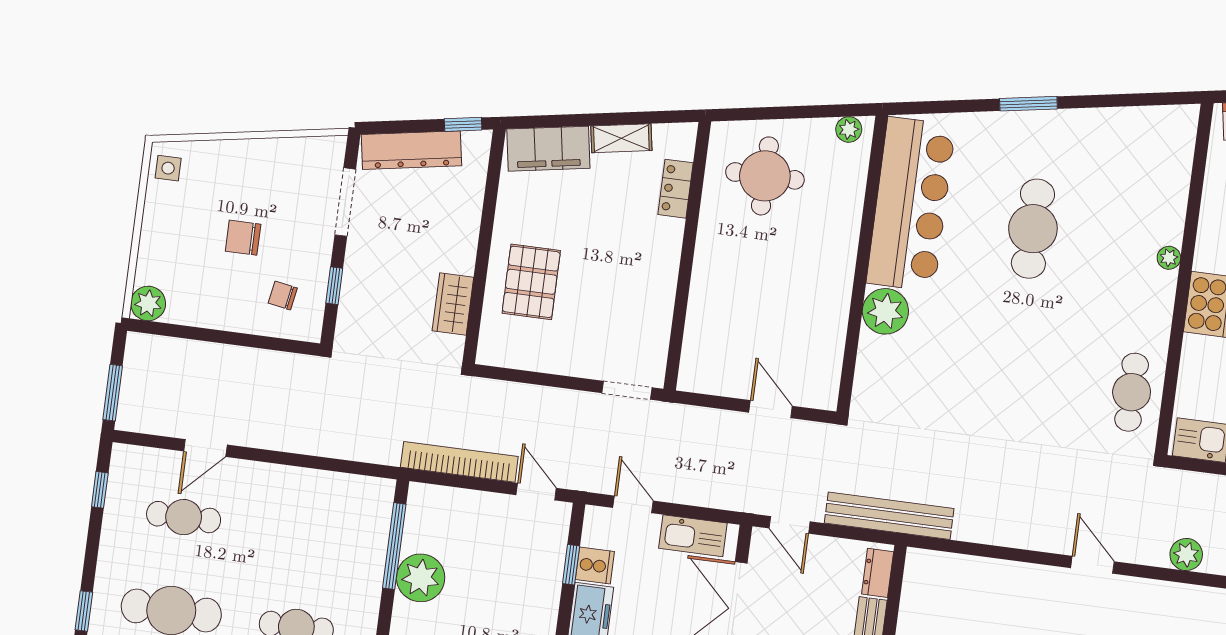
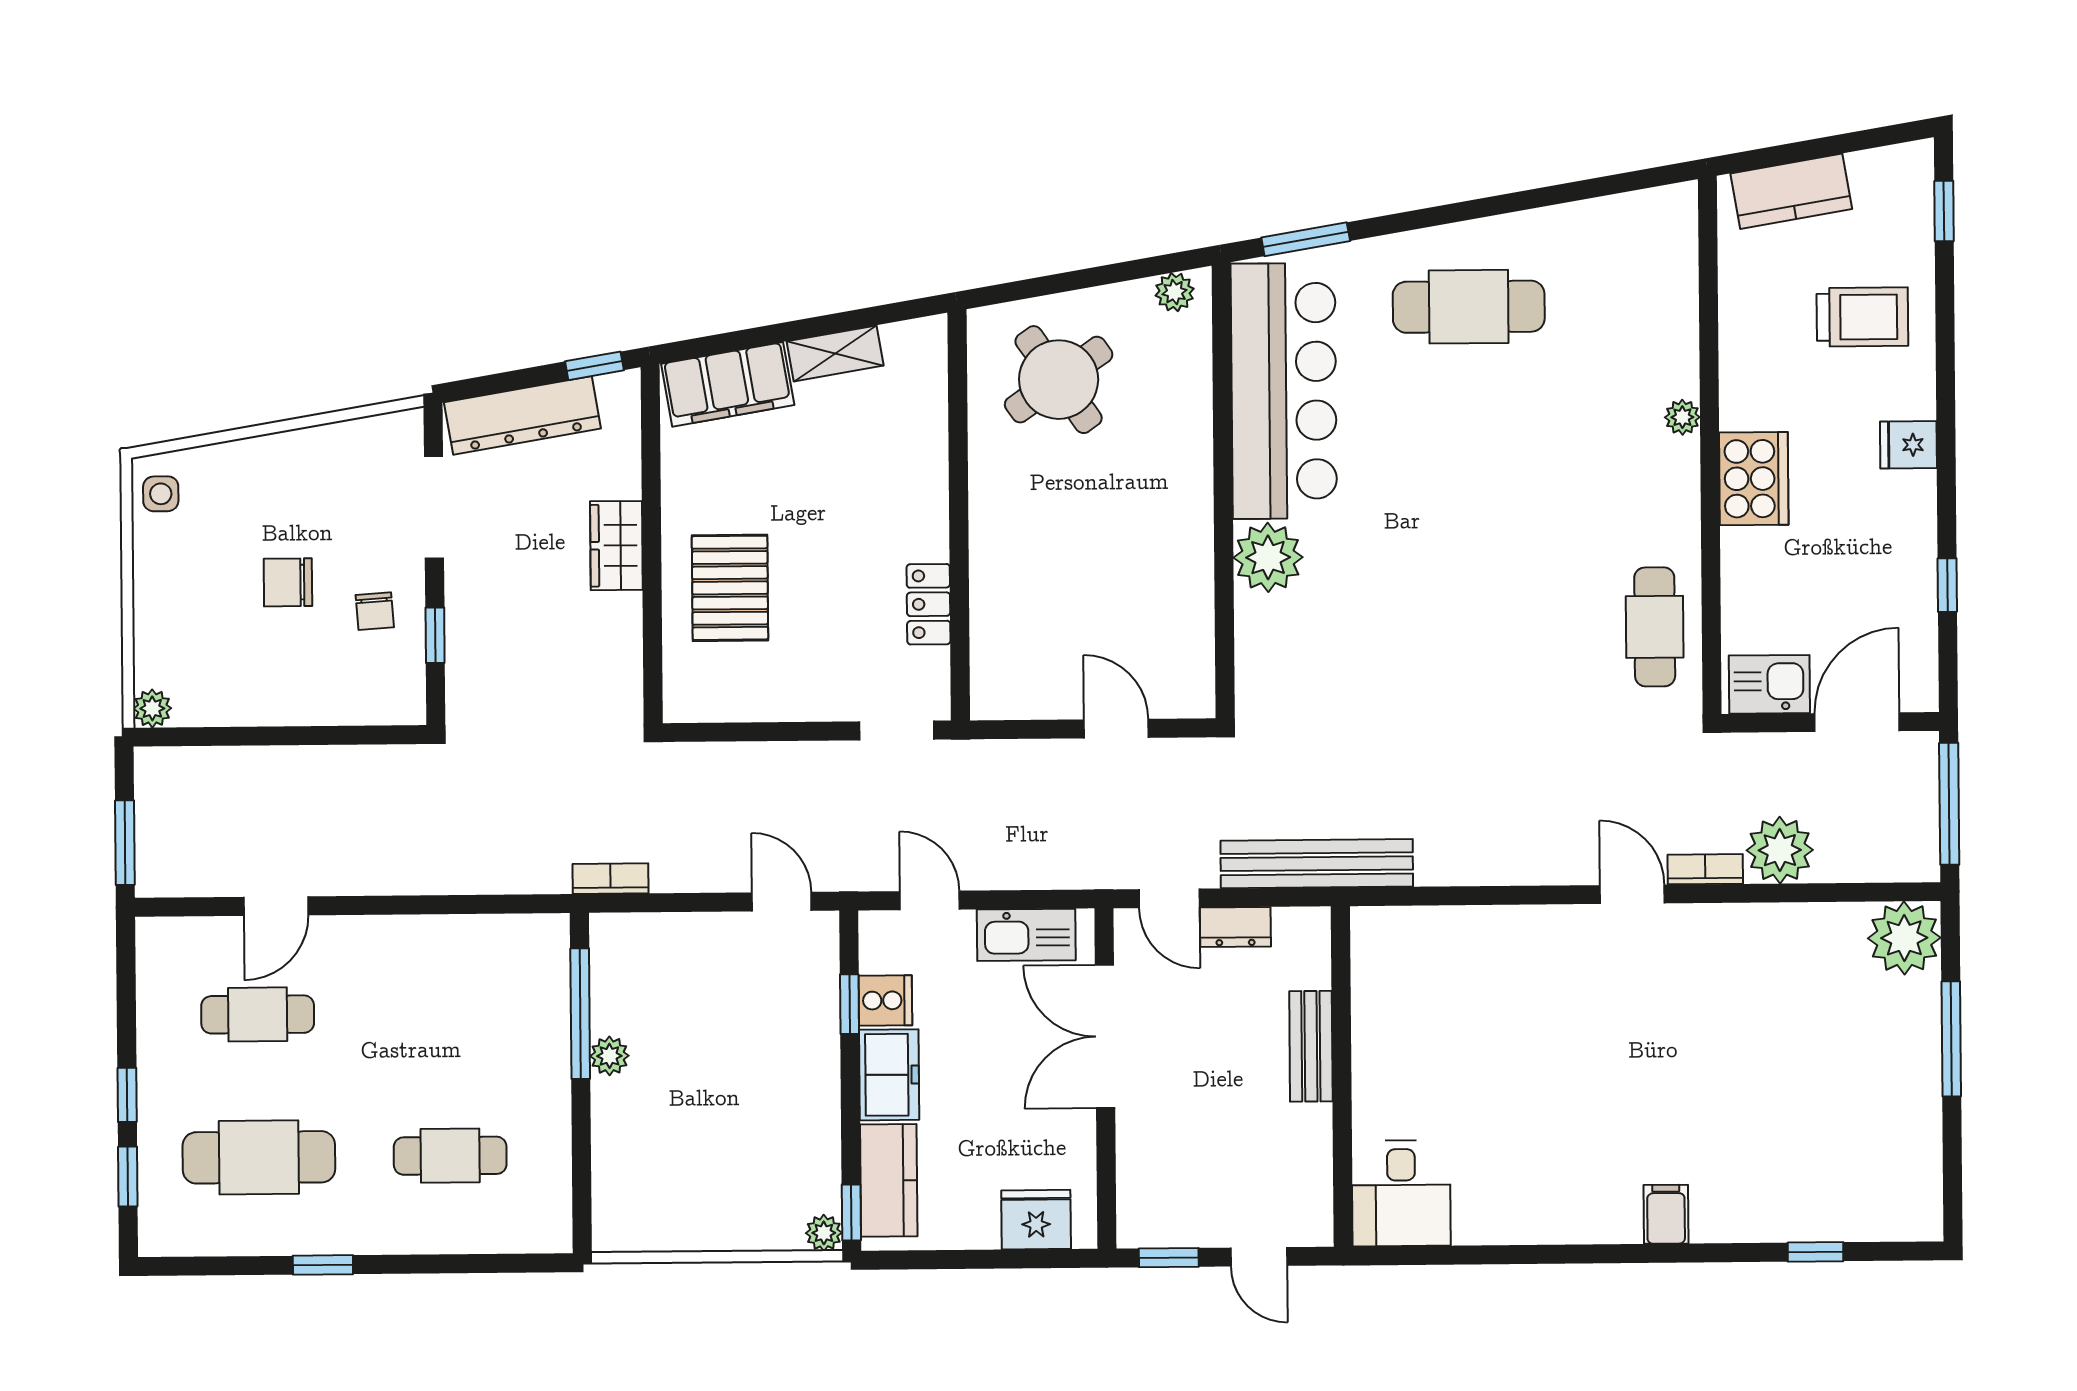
window: (1028, 104) -> (1306, 239), moved
round table: (765, 176) -> (1059, 380), turned -35
locker: (675, 189) -> (929, 604), moved
cafe table: (1033, 229) -> (1469, 307), moved, turned 90
chair: (283, 296) -> (375, 611), moved, turned -104
plant: (148, 303) -> (152, 708), width x0.73, depth x0.73
wardrobe: (453, 304) -> (616, 546), moved
bookcase: (459, 462) -> (611, 879), width x0.43, depth x0.76
window: (100, 490) -> (127, 1095), moved
bookcase: (1142, 555) -> (1705, 869), added
plant: (1186, 555) -> (1780, 850), width x1.36, depth x1.36
dresser: (878, 573) -> (1235, 927), moved, turned -90
plant: (421, 578) -> (609, 1056), width x0.53, depth x0.53

